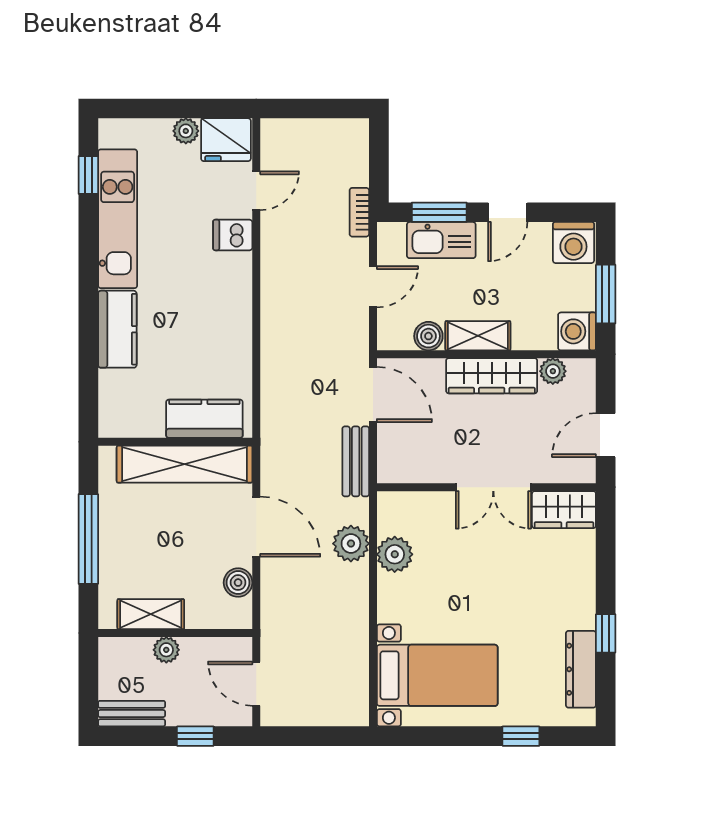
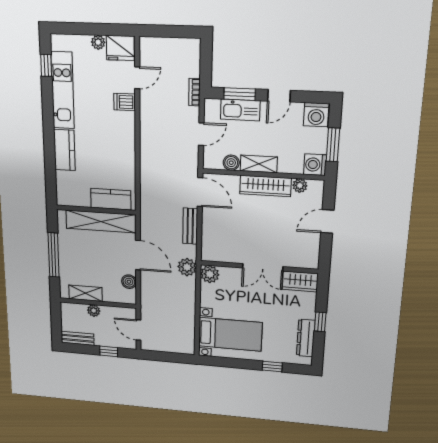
wall: (486, 487) -> (259, 267), moved
double door: (493, 487) -> (263, 267), moved
wardrobe: (564, 510) -> (300, 281), moved

